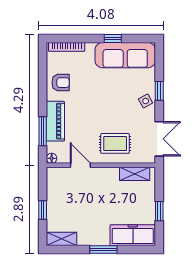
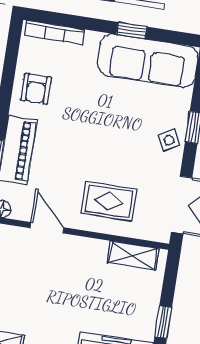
armchair: (61, 83) -> (36, 89), turned 90

